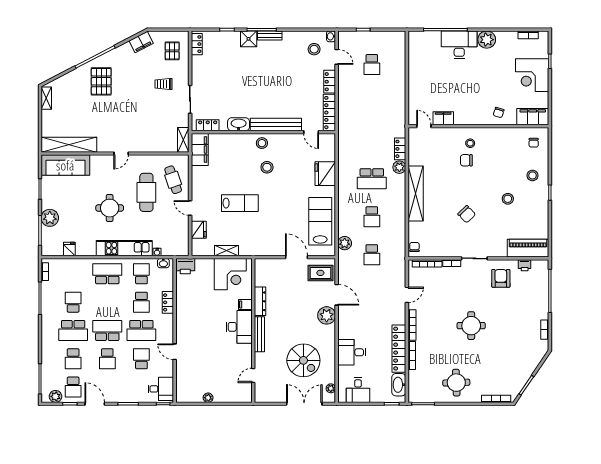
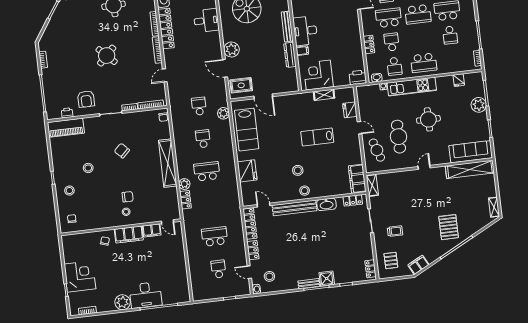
school desk: (372, 103) -> (215, 236), added
filing cabinet: (533, 117) -> (129, 235), moved
round table: (471, 326) -> (107, 56), turned 45

